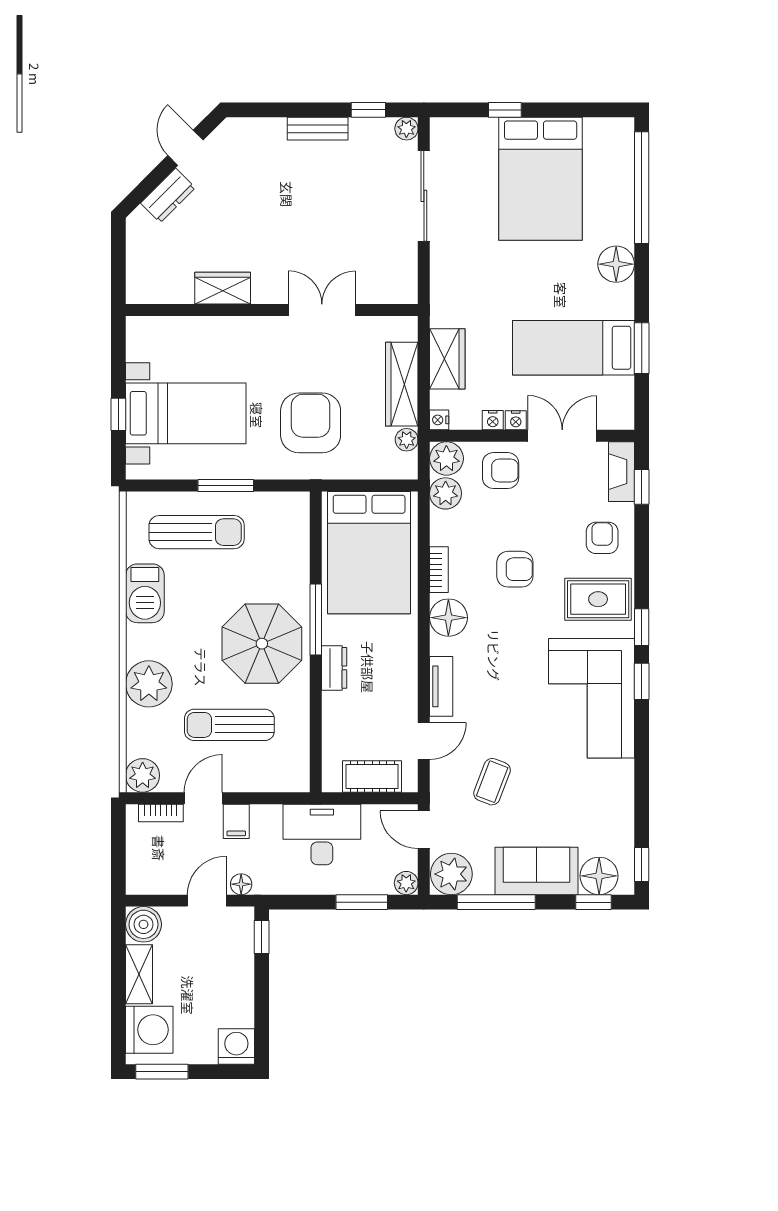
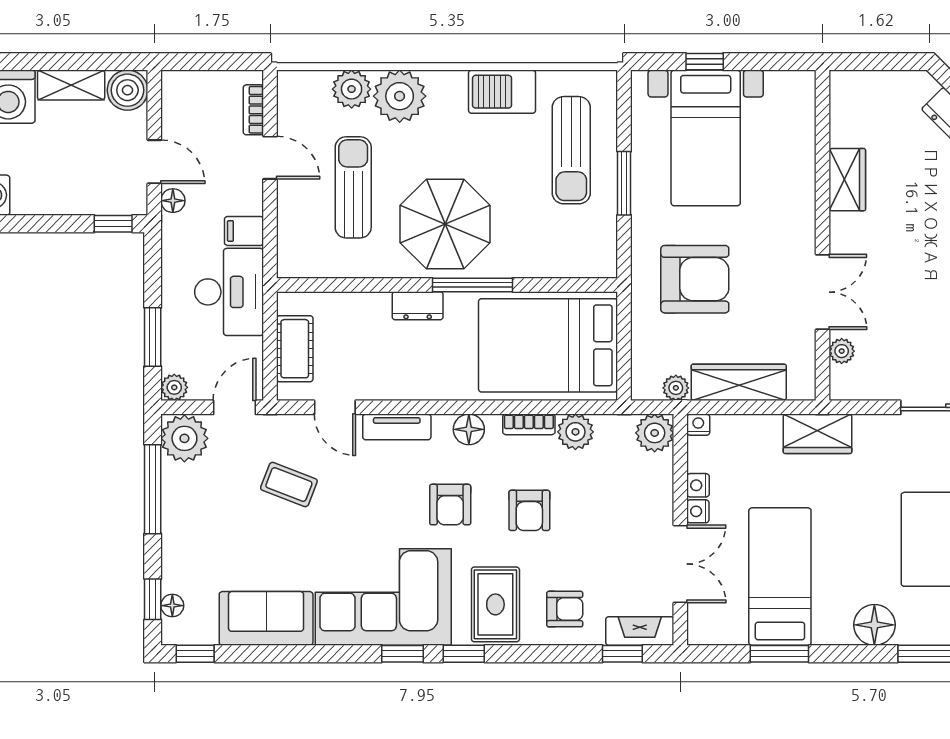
plant: (374, 293) -> (842, 351), added
wardrobe: (447, 359) -> (818, 434), moved
armchair: (501, 471) -> (450, 505), moved
plant: (446, 493) -> (575, 432), moved
floor lamp: (448, 618) -> (469, 429), width x0.73, depth x0.73
plant: (143, 775) -> (352, 89), moved
filing cabinet: (236, 821) -> (244, 231), moved
sofa: (536, 871) -> (266, 618), moved, turned -90
floor lamp: (599, 876) -> (172, 606), width x0.53, depth x0.53

